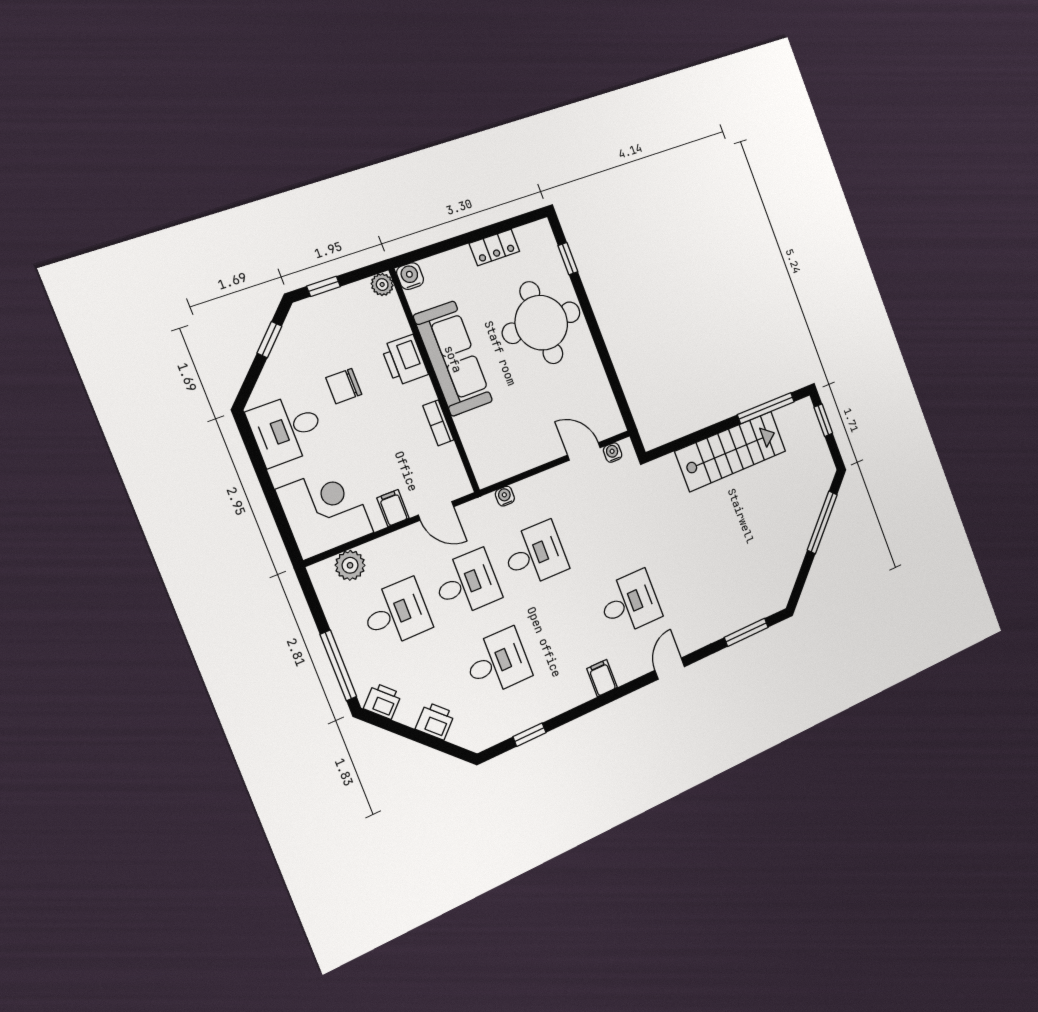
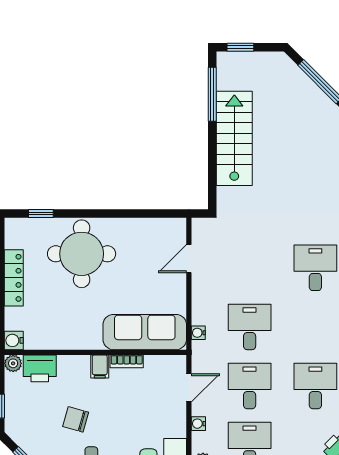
locker: (494, 247) -> (14, 278), width x1.53
sofa: (453, 359) -> (145, 332), moved
printer: (405, 360) -> (40, 368), moved
chair: (344, 386) -> (76, 419), turned 106
water cooler: (613, 453) -> (198, 424), moved
filing cabinet: (393, 508) -> (100, 366), moved, turned -90

